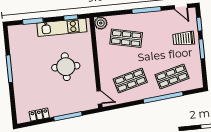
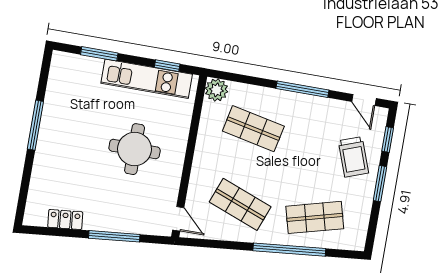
trolley: (184, 38) -> (353, 157), turned -110
shop shelf: (130, 81) -> (240, 204), turned 36

